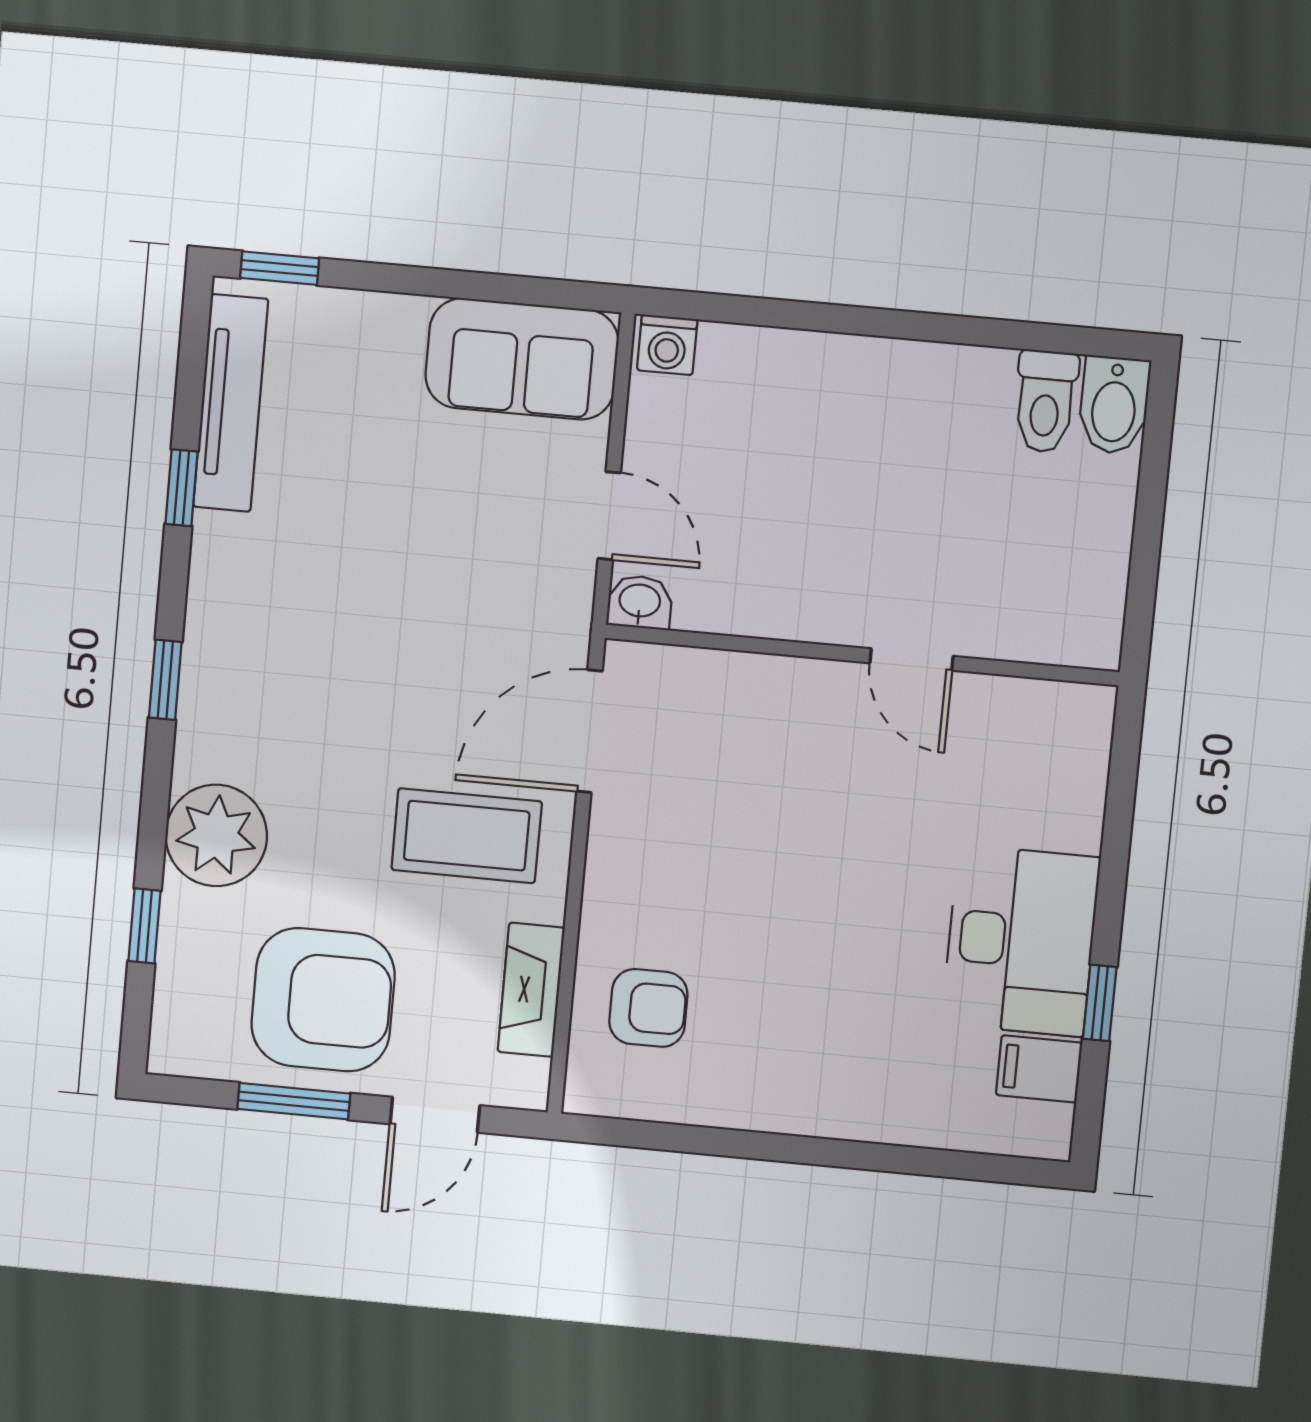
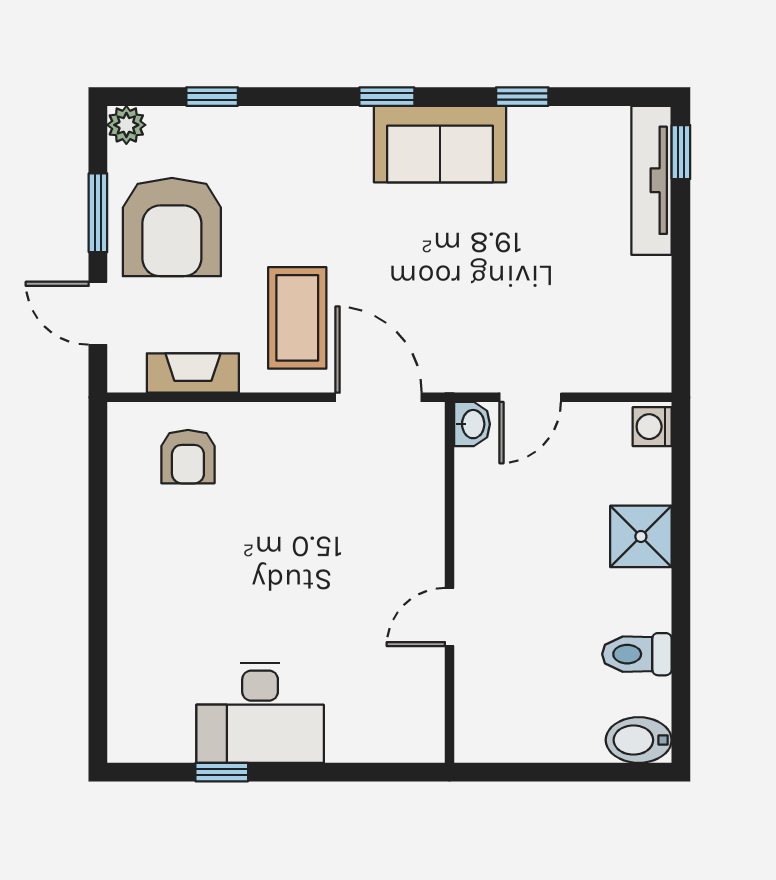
sofa: (522, 359) -> (440, 144), moved, turned -90
shower: (823, 375) -> (641, 536), added
toilet: (1045, 401) -> (637, 654), moved
tv unit: (231, 403) -> (651, 180), moved, turned 90
plant: (216, 835) -> (126, 125), moved, width x0.53, depth x0.53
filing cabinet: (1039, 1069) -> (171, 734), removed

